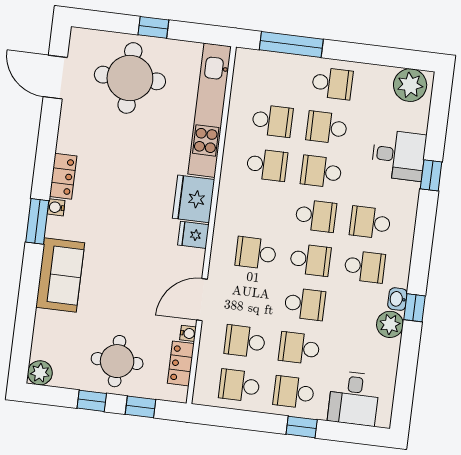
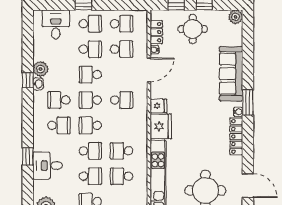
locker: (63, 176) -> (236, 136), width x1.53
sofa: (60, 275) -> (231, 74), width x1.36

